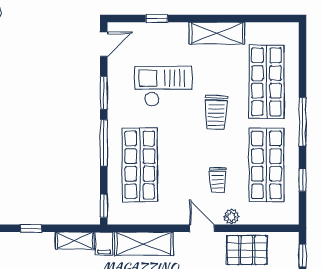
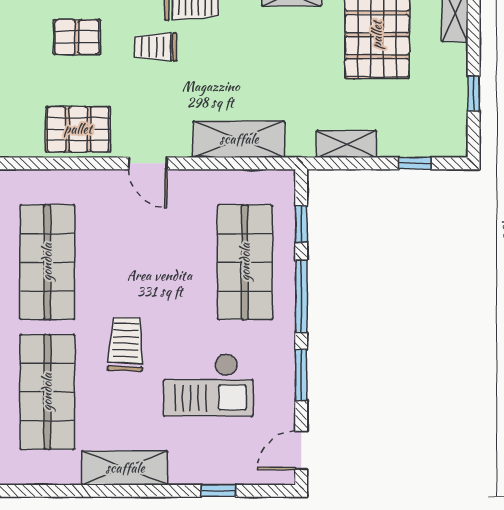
trolley: (218, 180) -> (123, 239), removed
window: (104, 206) -> (301, 224), moved
plant: (231, 217) -> (102, 181), removed
filing cabinet: (104, 244) -> (300, 139), removed

